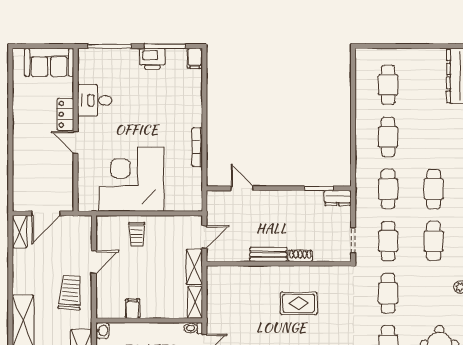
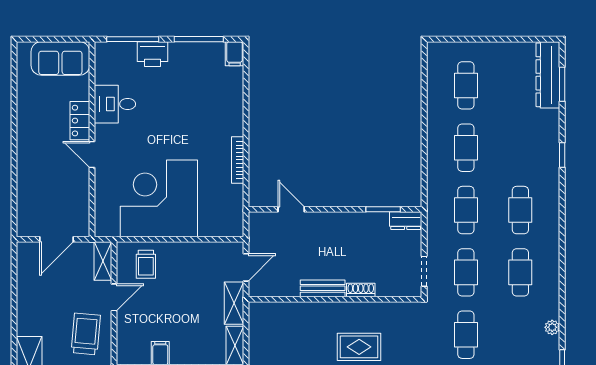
printer: (152, 59) -> (152, 54), moved
shelving: (20, 232) -> (103, 261), moved
trolley: (137, 234) -> (146, 264), moved

